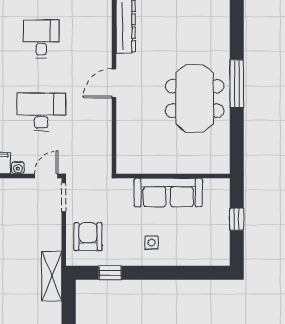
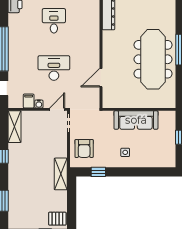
door: (114, 83) -> (101, 78), moved
meeting table: (195, 98) -> (153, 59), width x1.36
armchair: (88, 237) -> (84, 148), turned 180

